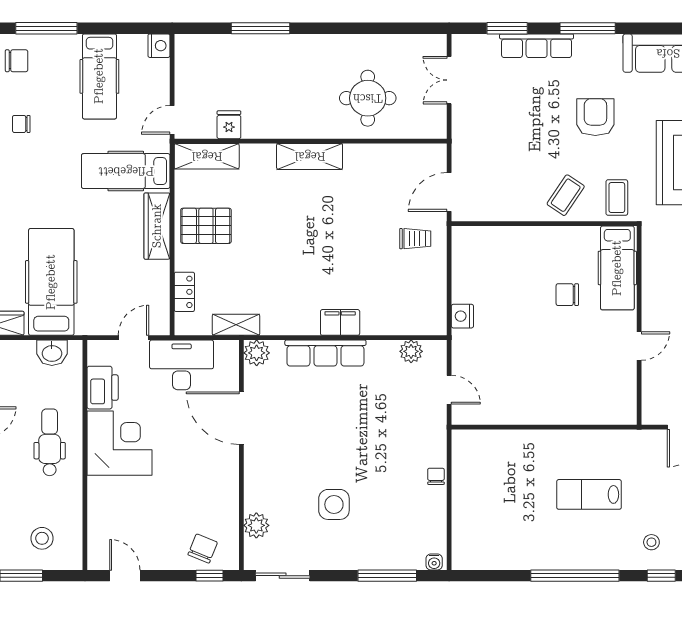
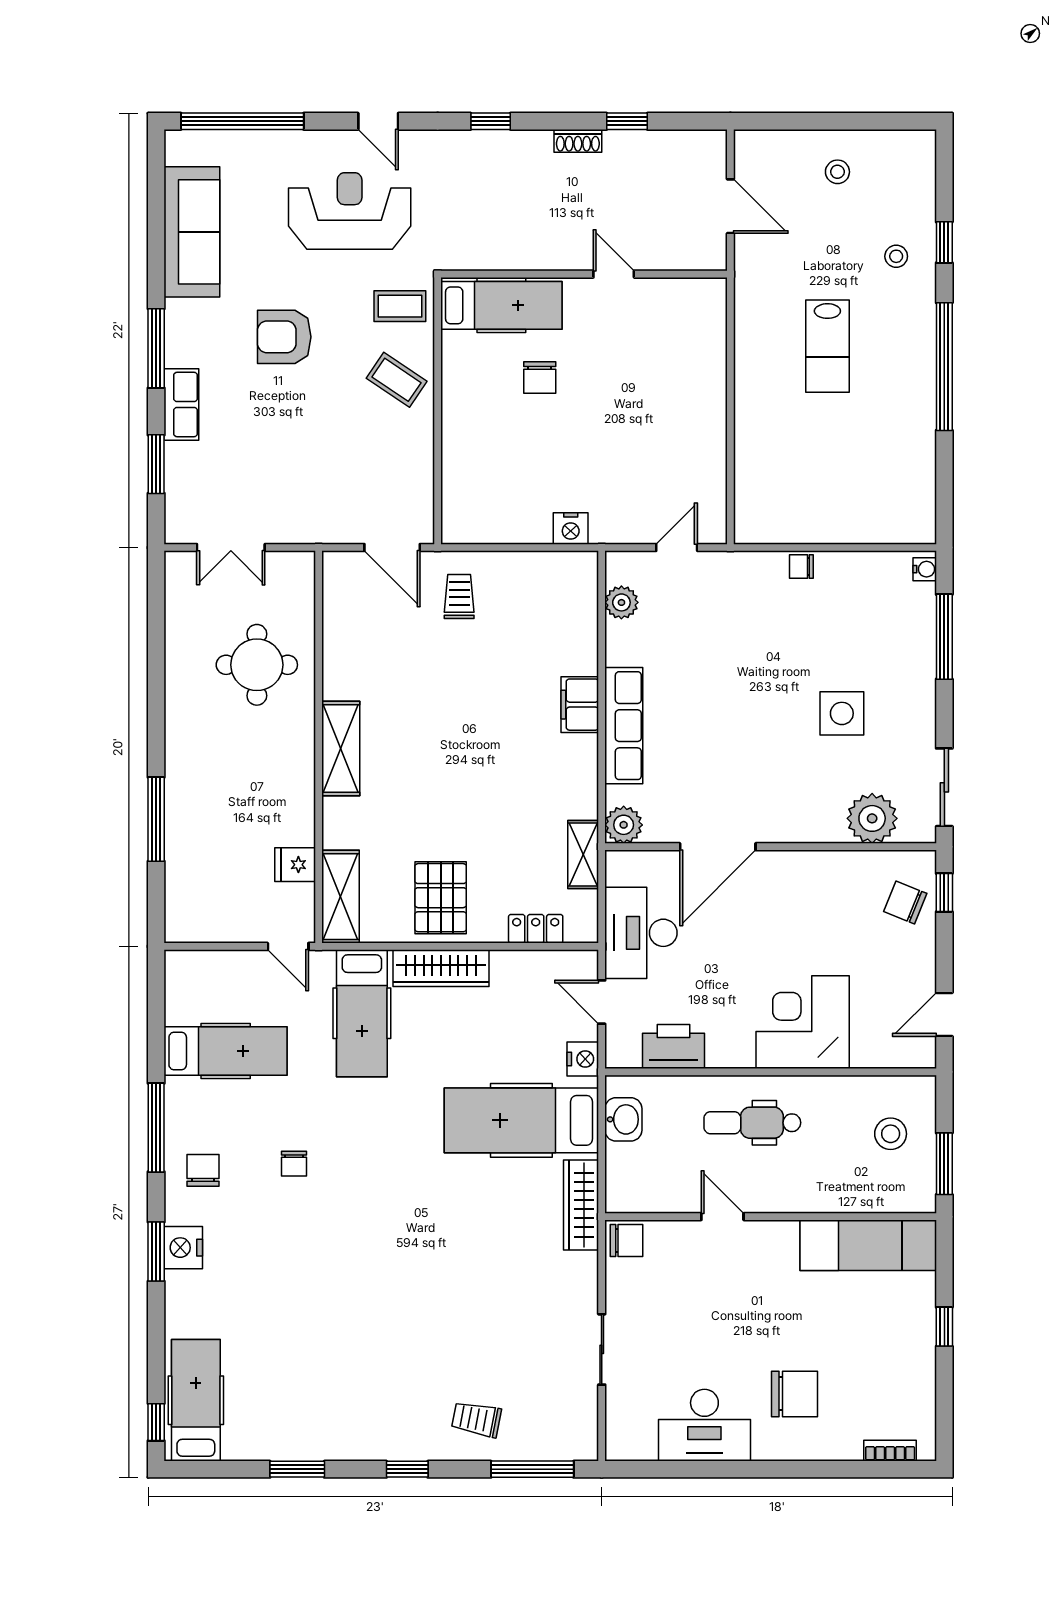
nightstand: (159, 46) -> (583, 1059), moved, turned 90
row of seats: (537, 46) -> (181, 404), width x0.68
corner desk: (120, 443) -> (803, 1022), moved
plant: (256, 525) -> (872, 818), width x1.36, depth x1.36

